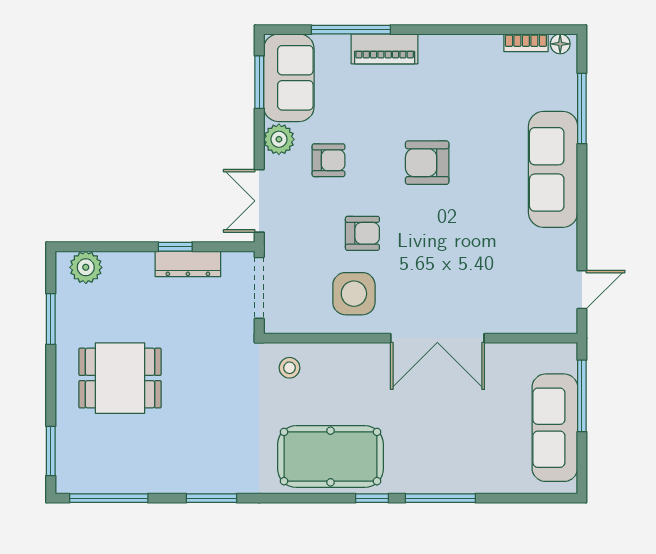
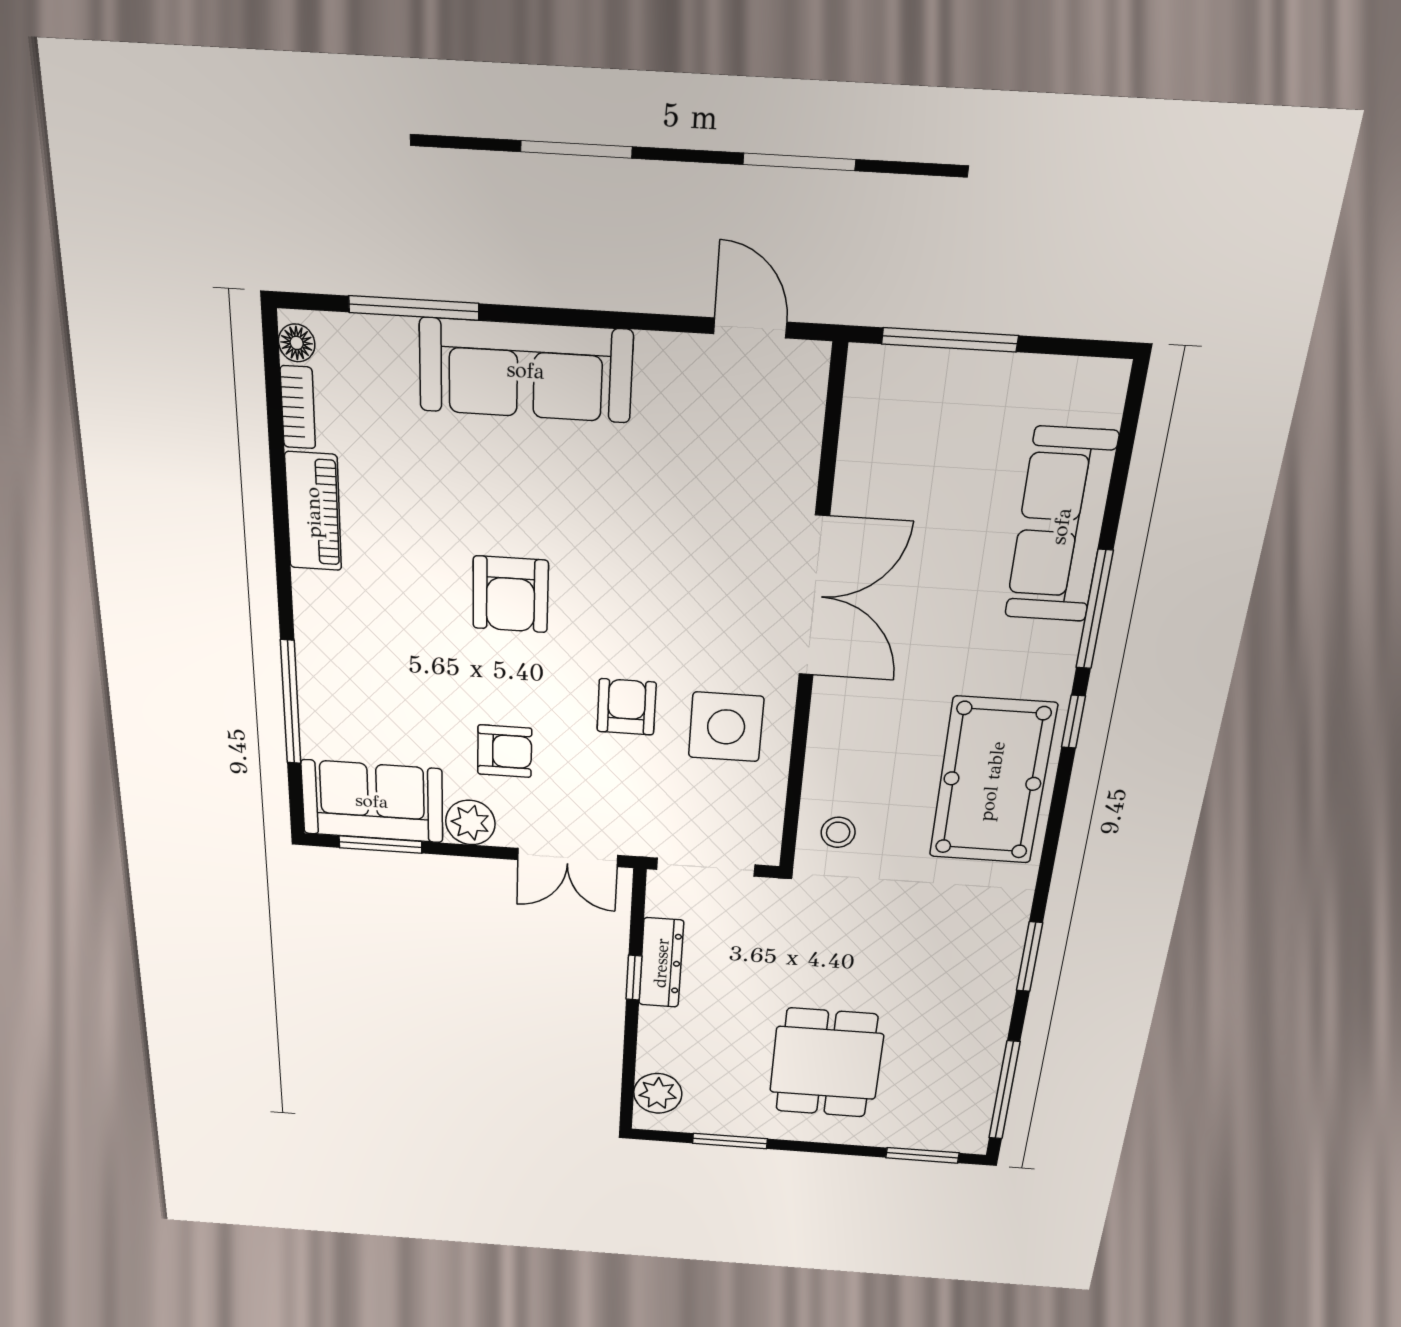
piano: (385, 49) -> (313, 512), moved
armchair: (329, 160) -> (505, 751), turned 90
sofa: (555, 428) -> (1061, 526), moved, turned 90

